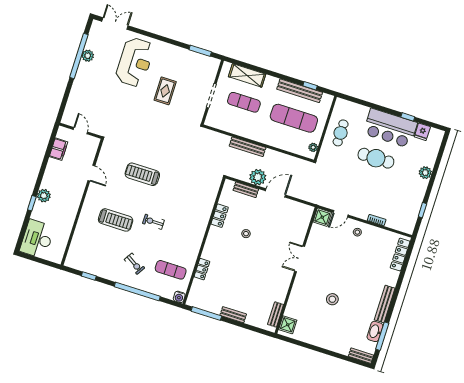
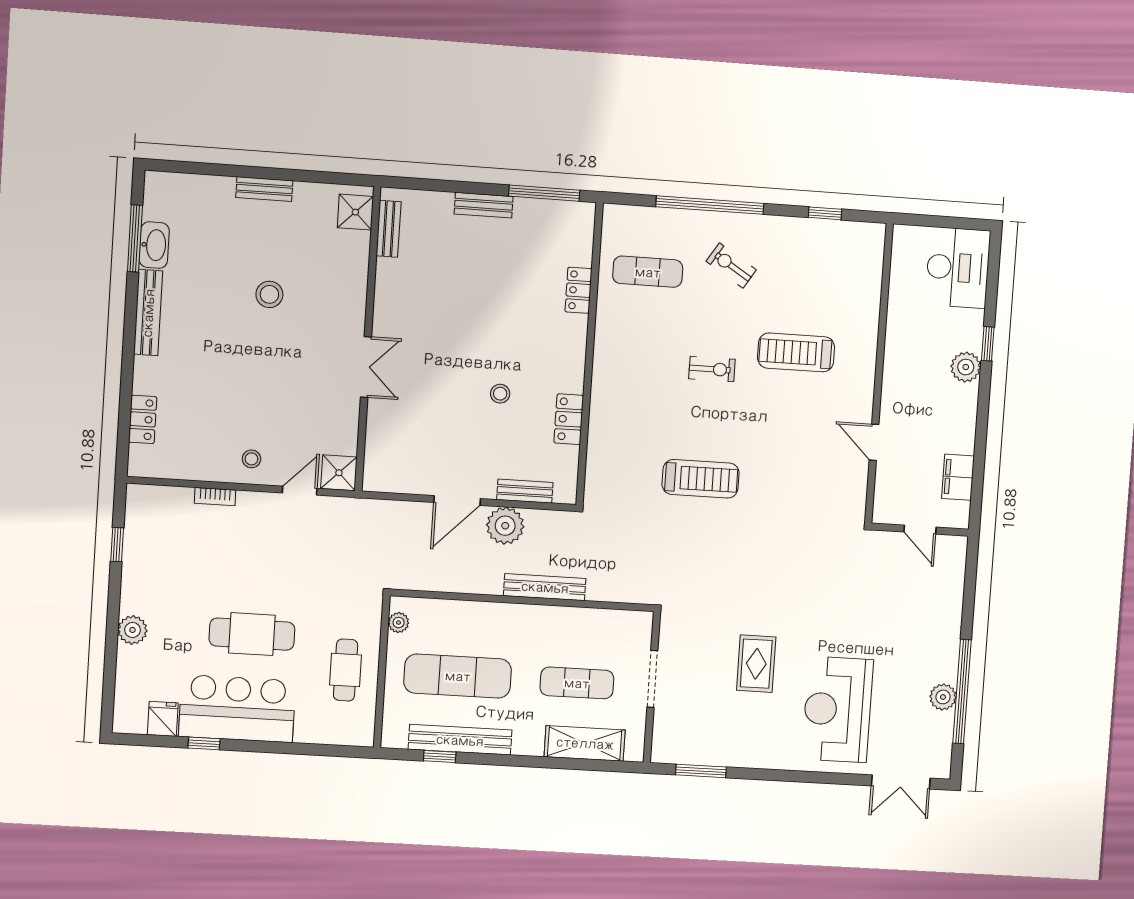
treadmill: (142, 174) -> (701, 479), moved
locker: (400, 255) -> (143, 419), width x0.66
water cooler: (179, 297) -> (614, 216), removed
bench: (361, 356) -> (264, 189), moved

